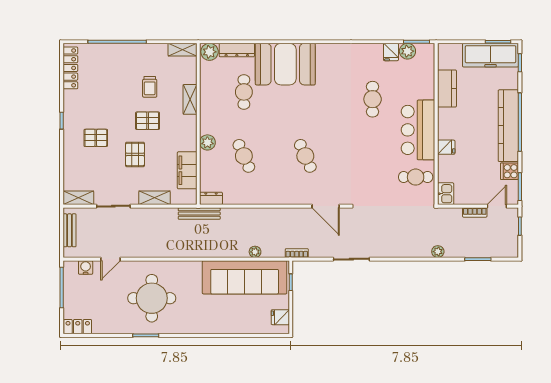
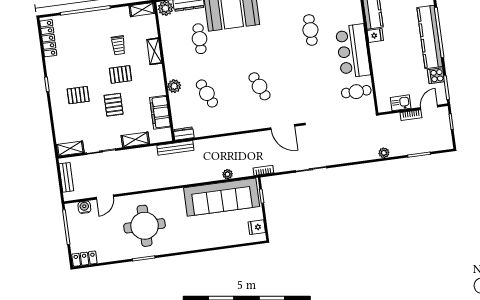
fridge: (446, 147) -> (375, 35), moved
kitchen sink: (446, 194) -> (401, 103), moved, turned -90

